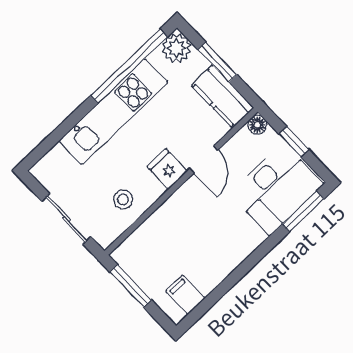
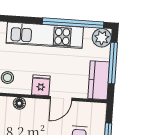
window: (217, 62) -> (113, 63), width x1.44
floor lamp: (257, 125) -> (19, 103), moved

